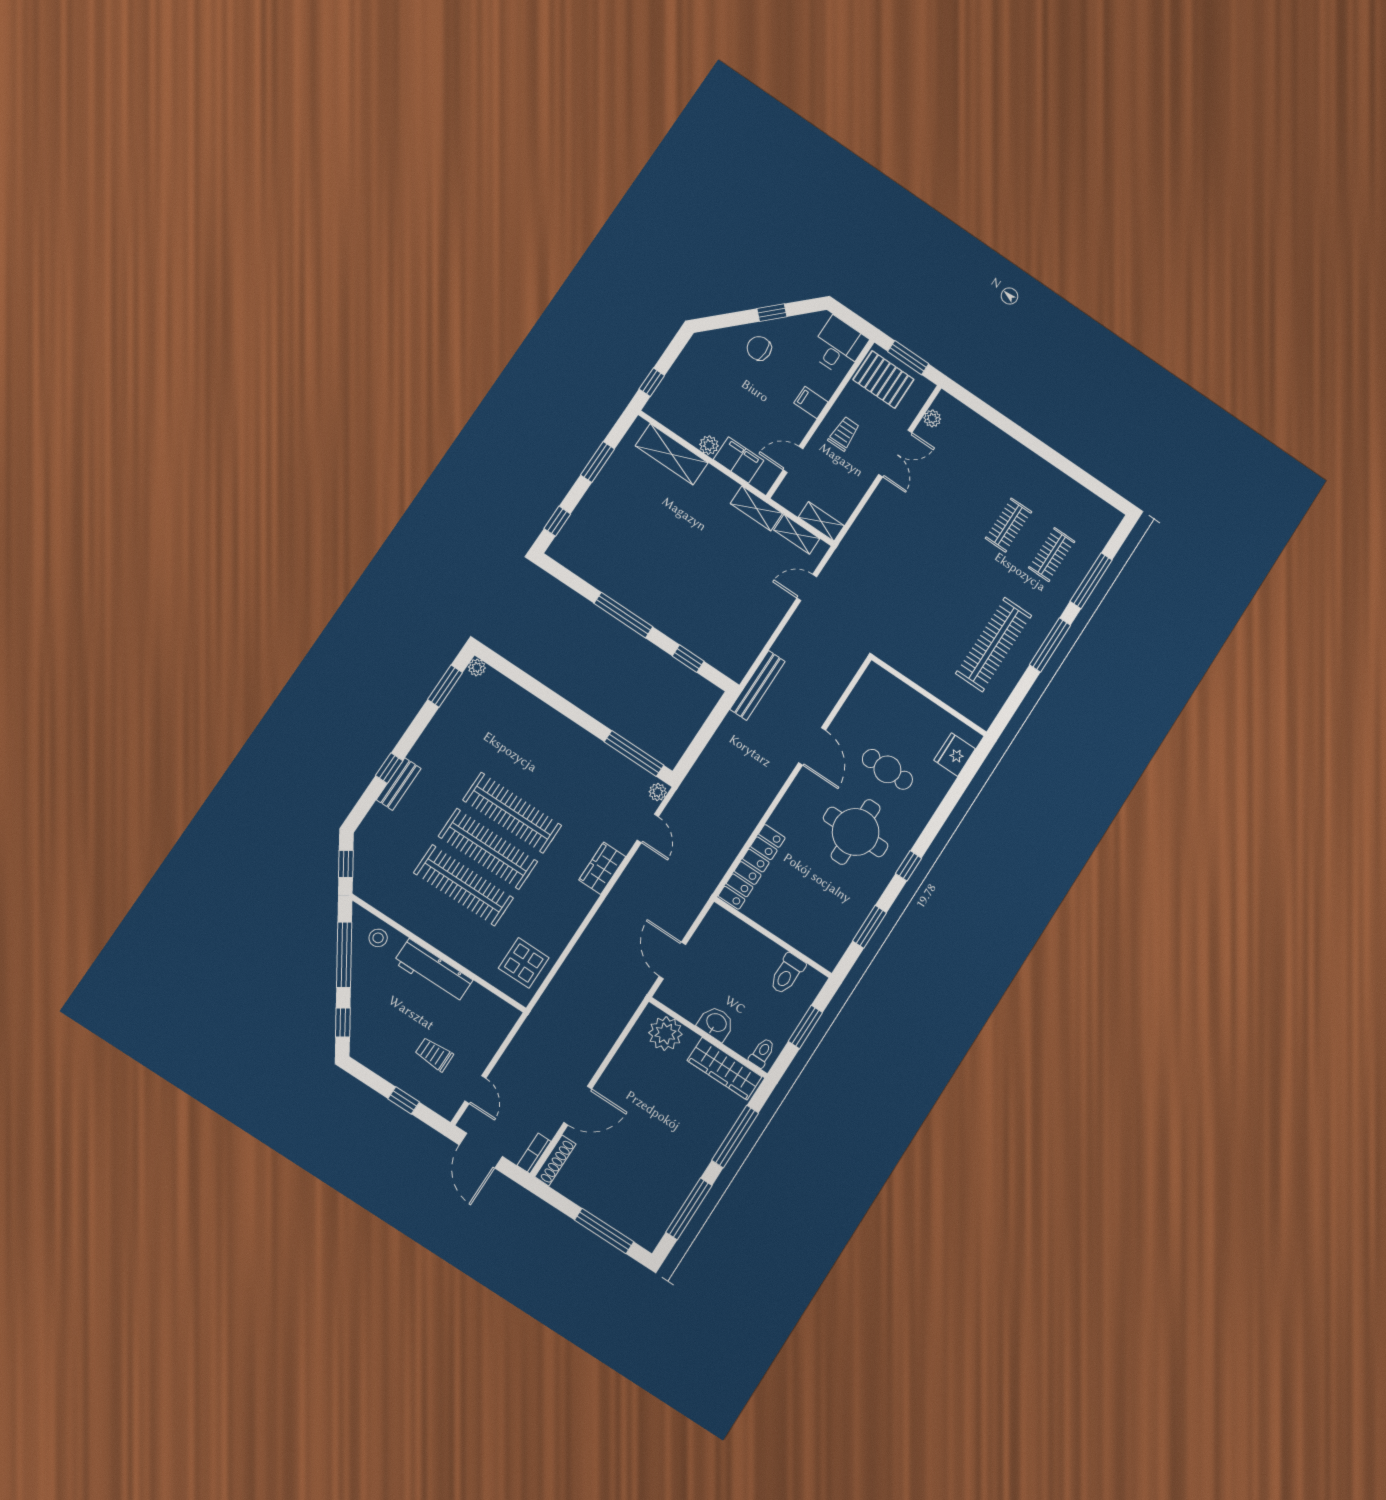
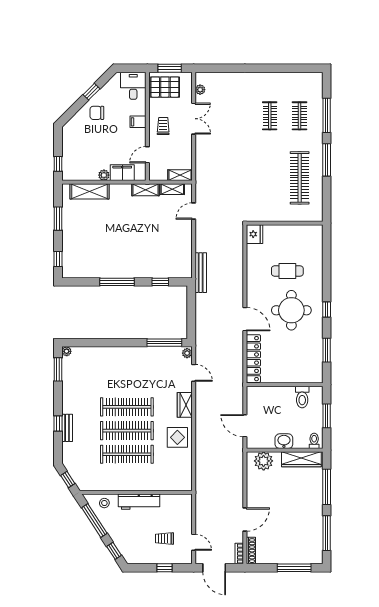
door: (812, 746) -> (245, 319), moved
fridge: (955, 755) -> (255, 234), moved, turned 180
display table: (524, 963) -> (177, 437), moved

